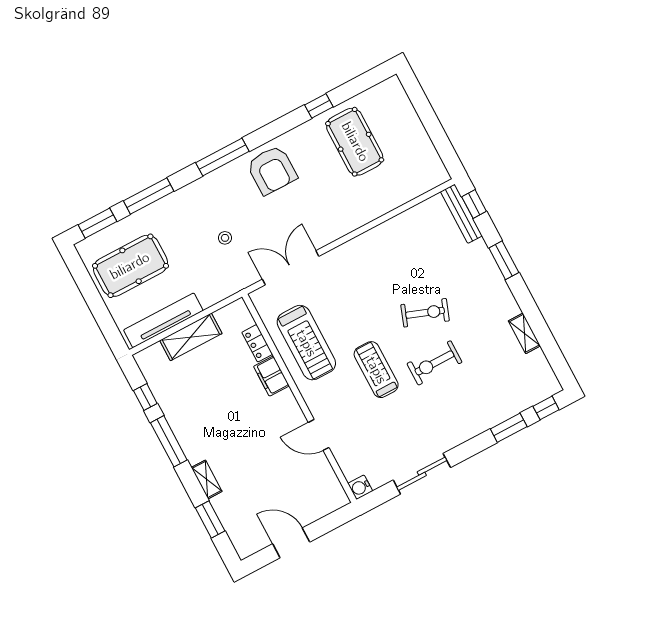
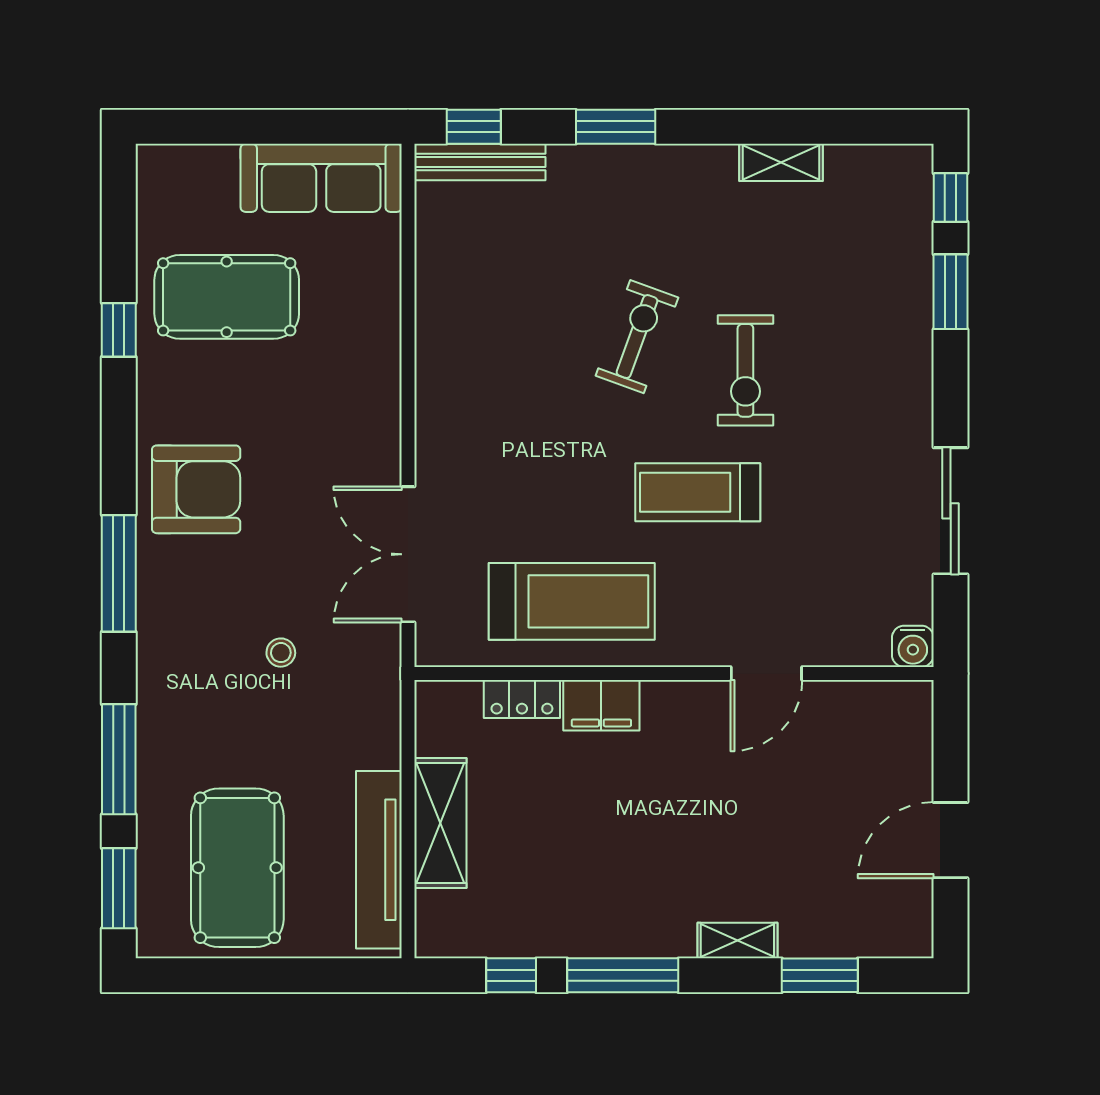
sofa: (422, 154) -> (321, 178), added

